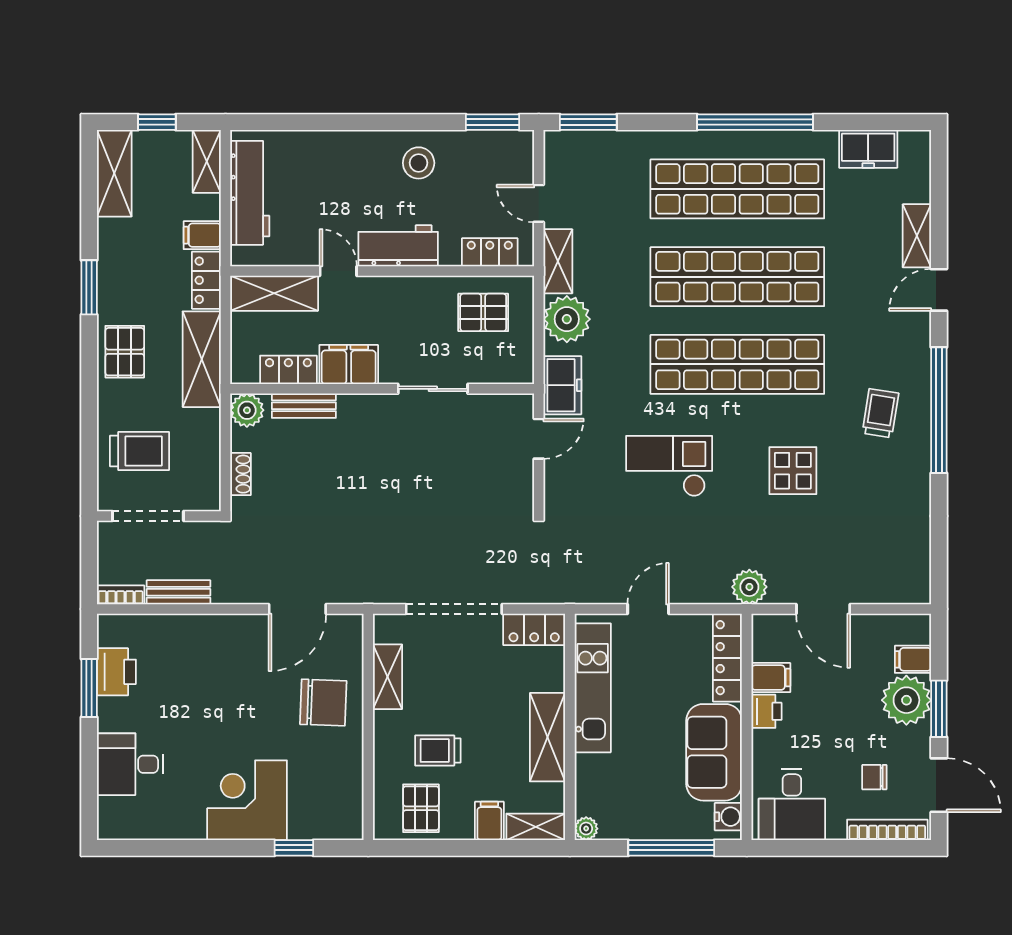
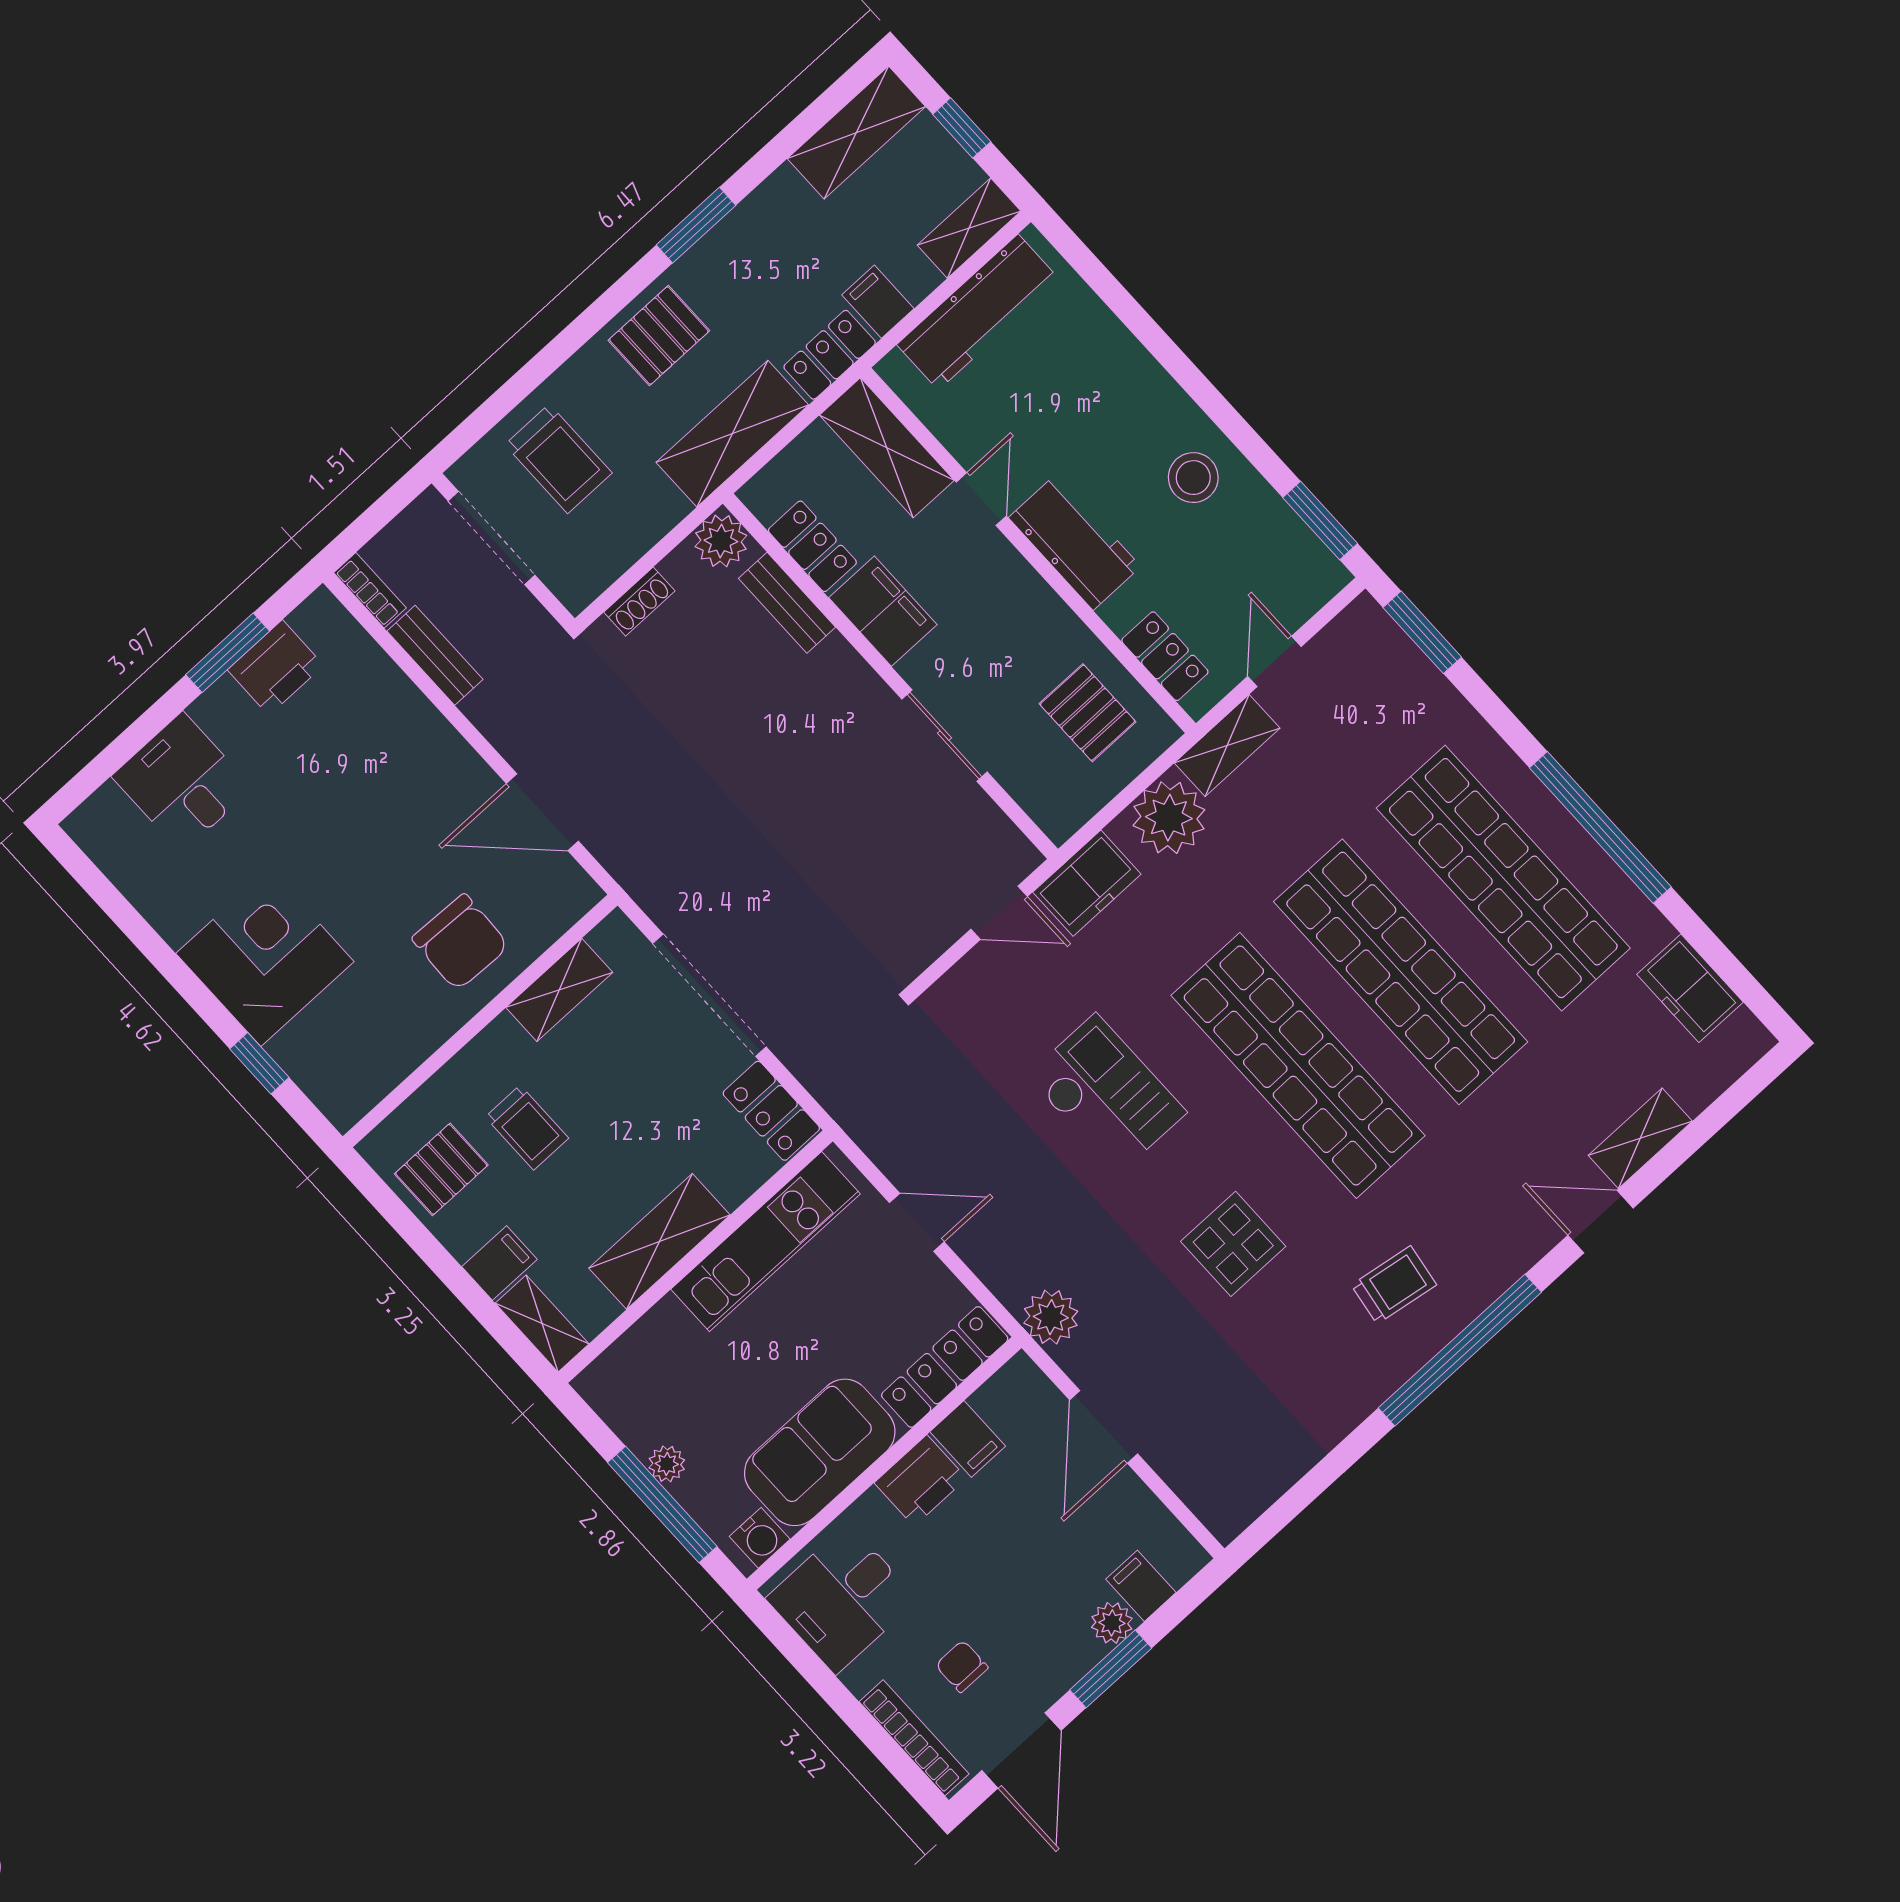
plant: (906, 700) -> (1112, 1623), width x0.53, depth x0.53
printer: (766, 711) -> (920, 1481), width x1.36, depth x1.24
trolley: (438, 751) -> (527, 1128), turned 180
plant: (586, 829) -> (667, 1464), moved

